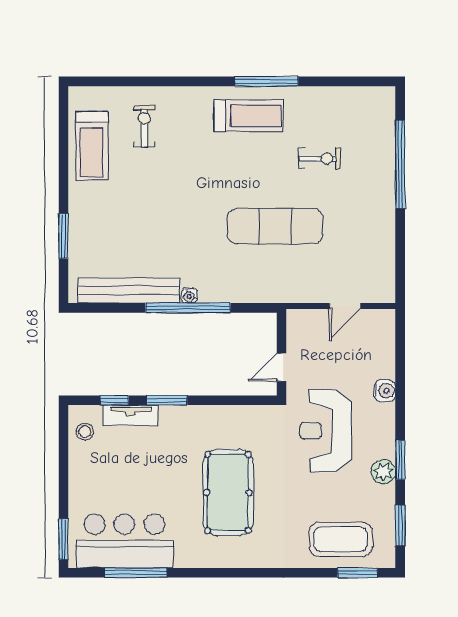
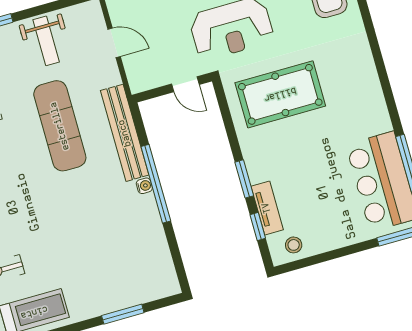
weight bench: (367, 237) -> (46, 41), added
bench: (129, 291) -> (125, 133), moved
pool table: (228, 492) -> (280, 94), moved

